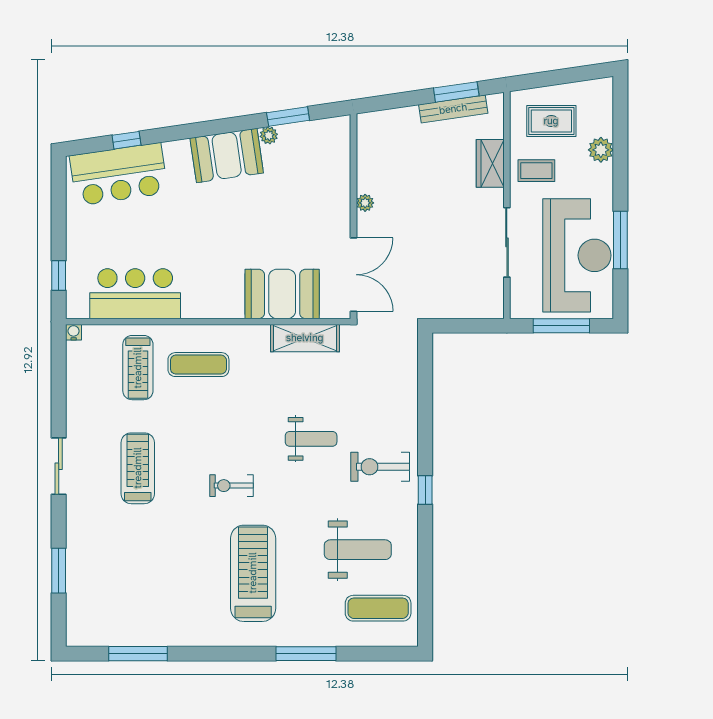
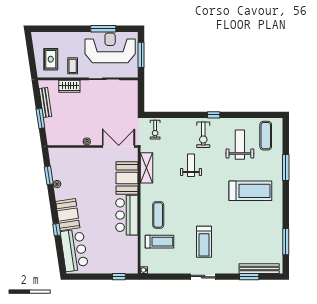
window: (456, 92) -> (40, 118), moved
window: (126, 140) -> (57, 230), moved
plant: (601, 150) -> (63, 37), removed
booth: (227, 155) -> (68, 215), moved
bar counter: (135, 294) -> (127, 215), moved
treadmill: (138, 468) -> (204, 242), turned -90
exercise bike: (232, 486) -> (155, 130), moved
treadmill: (253, 573) -> (250, 191), turned 180
bench: (77, 593) -> (259, 269), added

